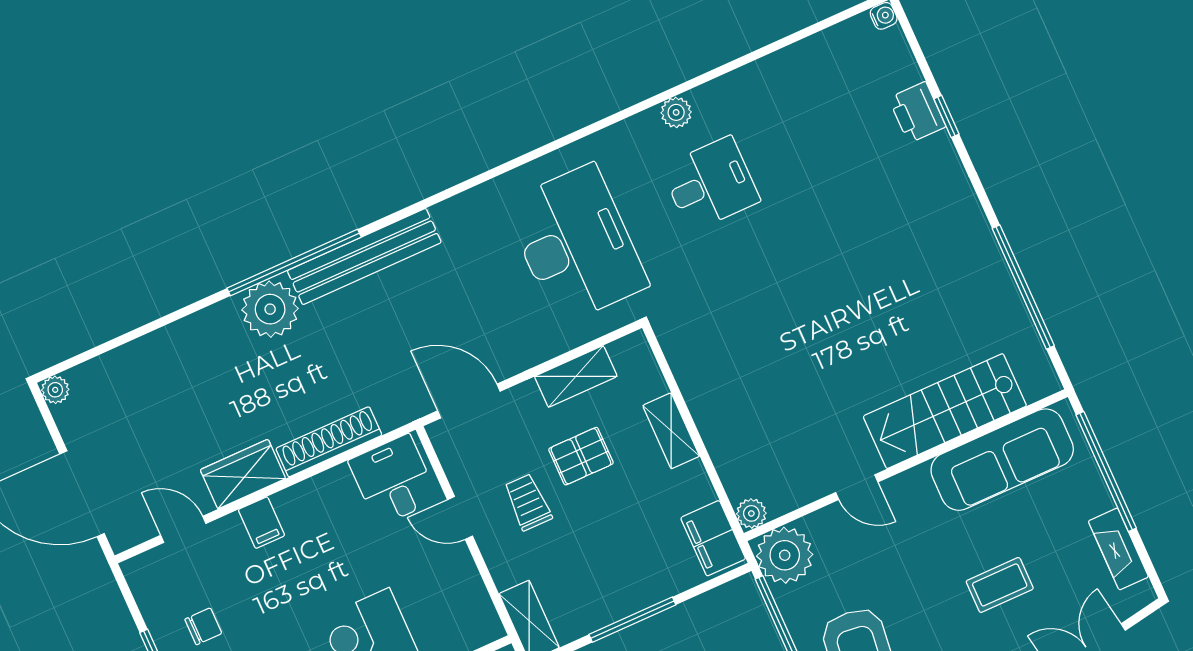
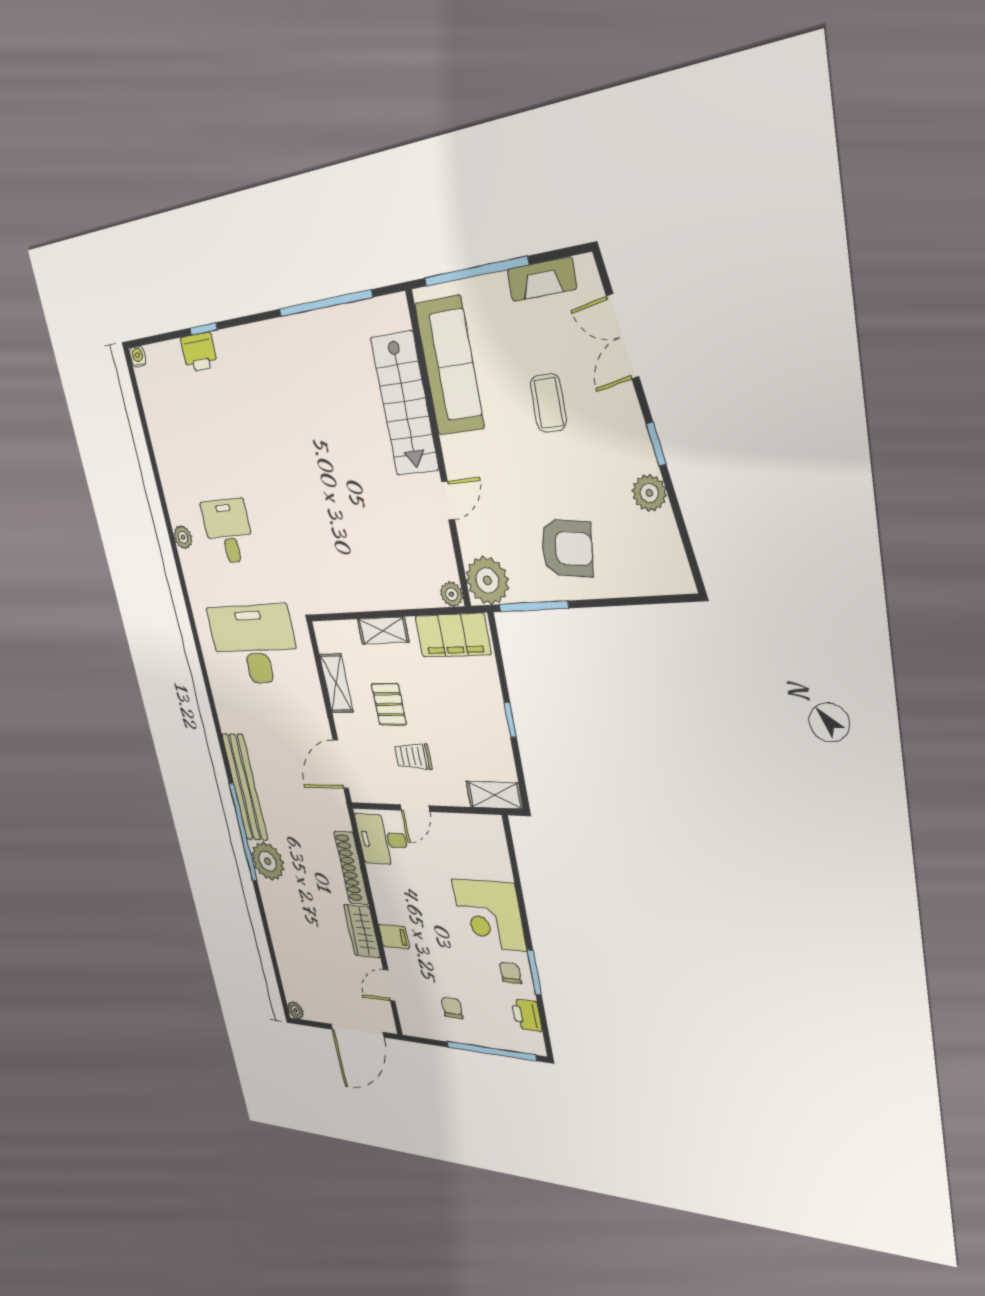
filing cabinet: (713, 538) -> (453, 635), width x1.50, depth x1.17
window: (632, 620) -> (510, 720), width x0.46

